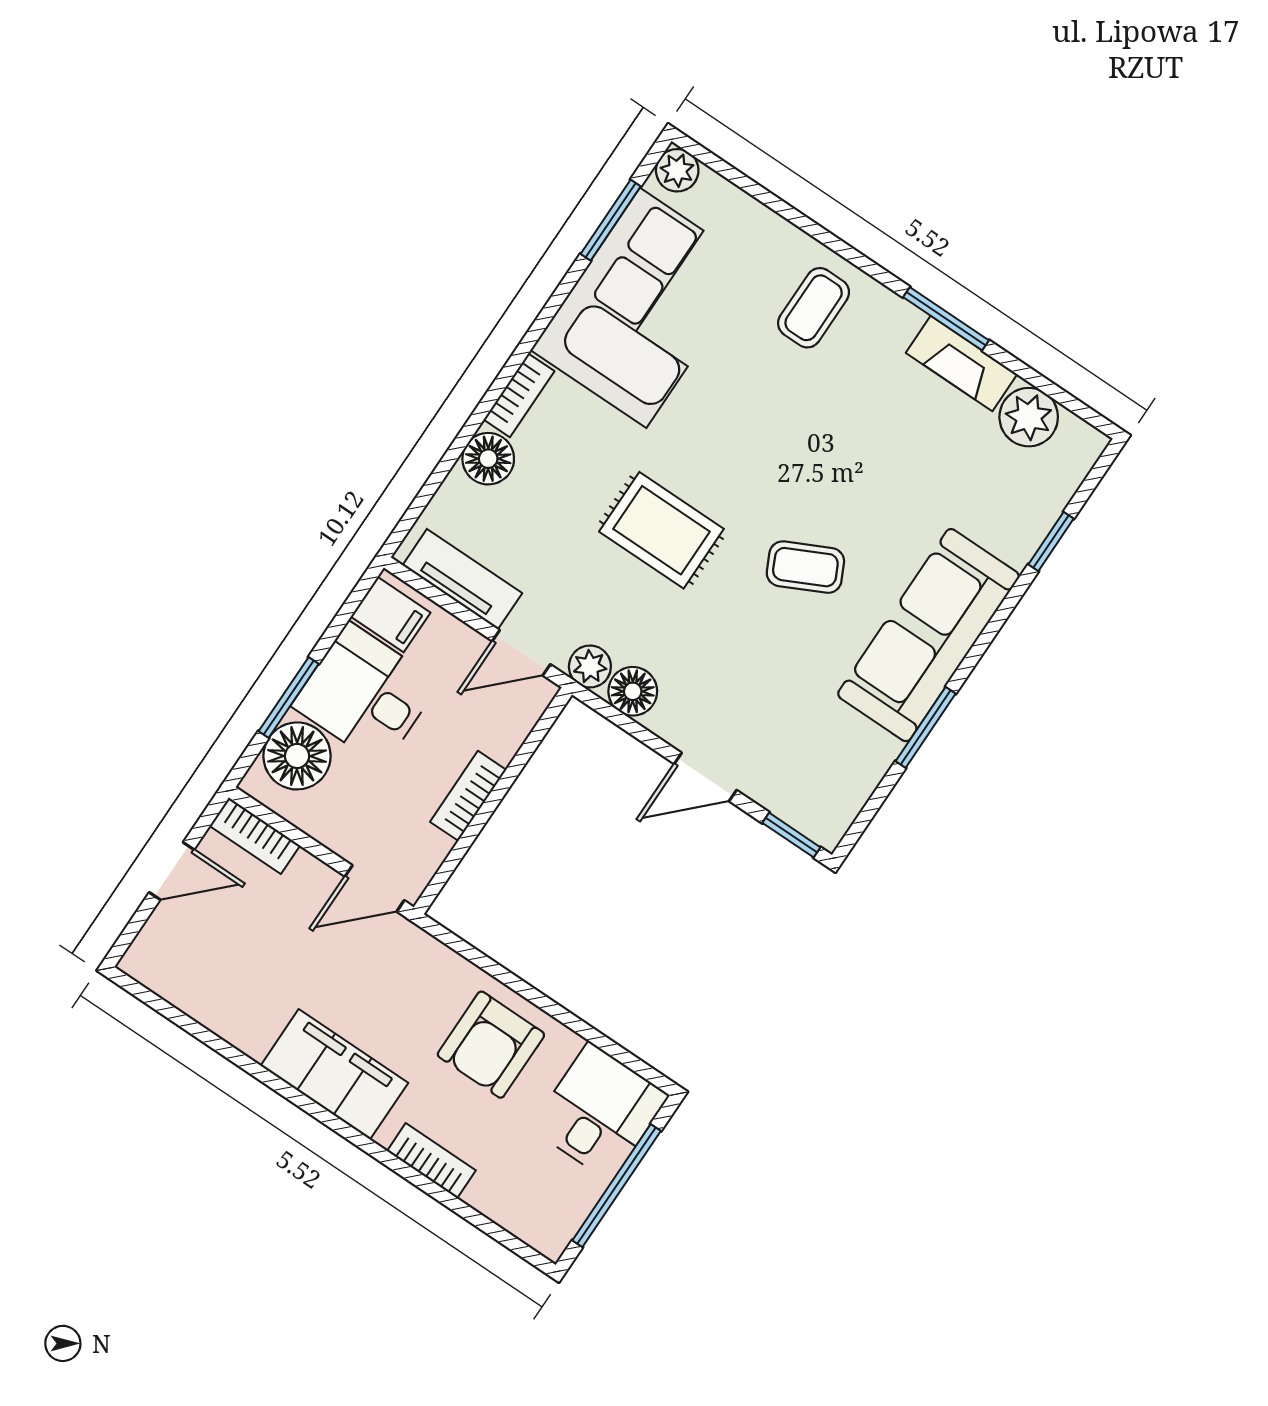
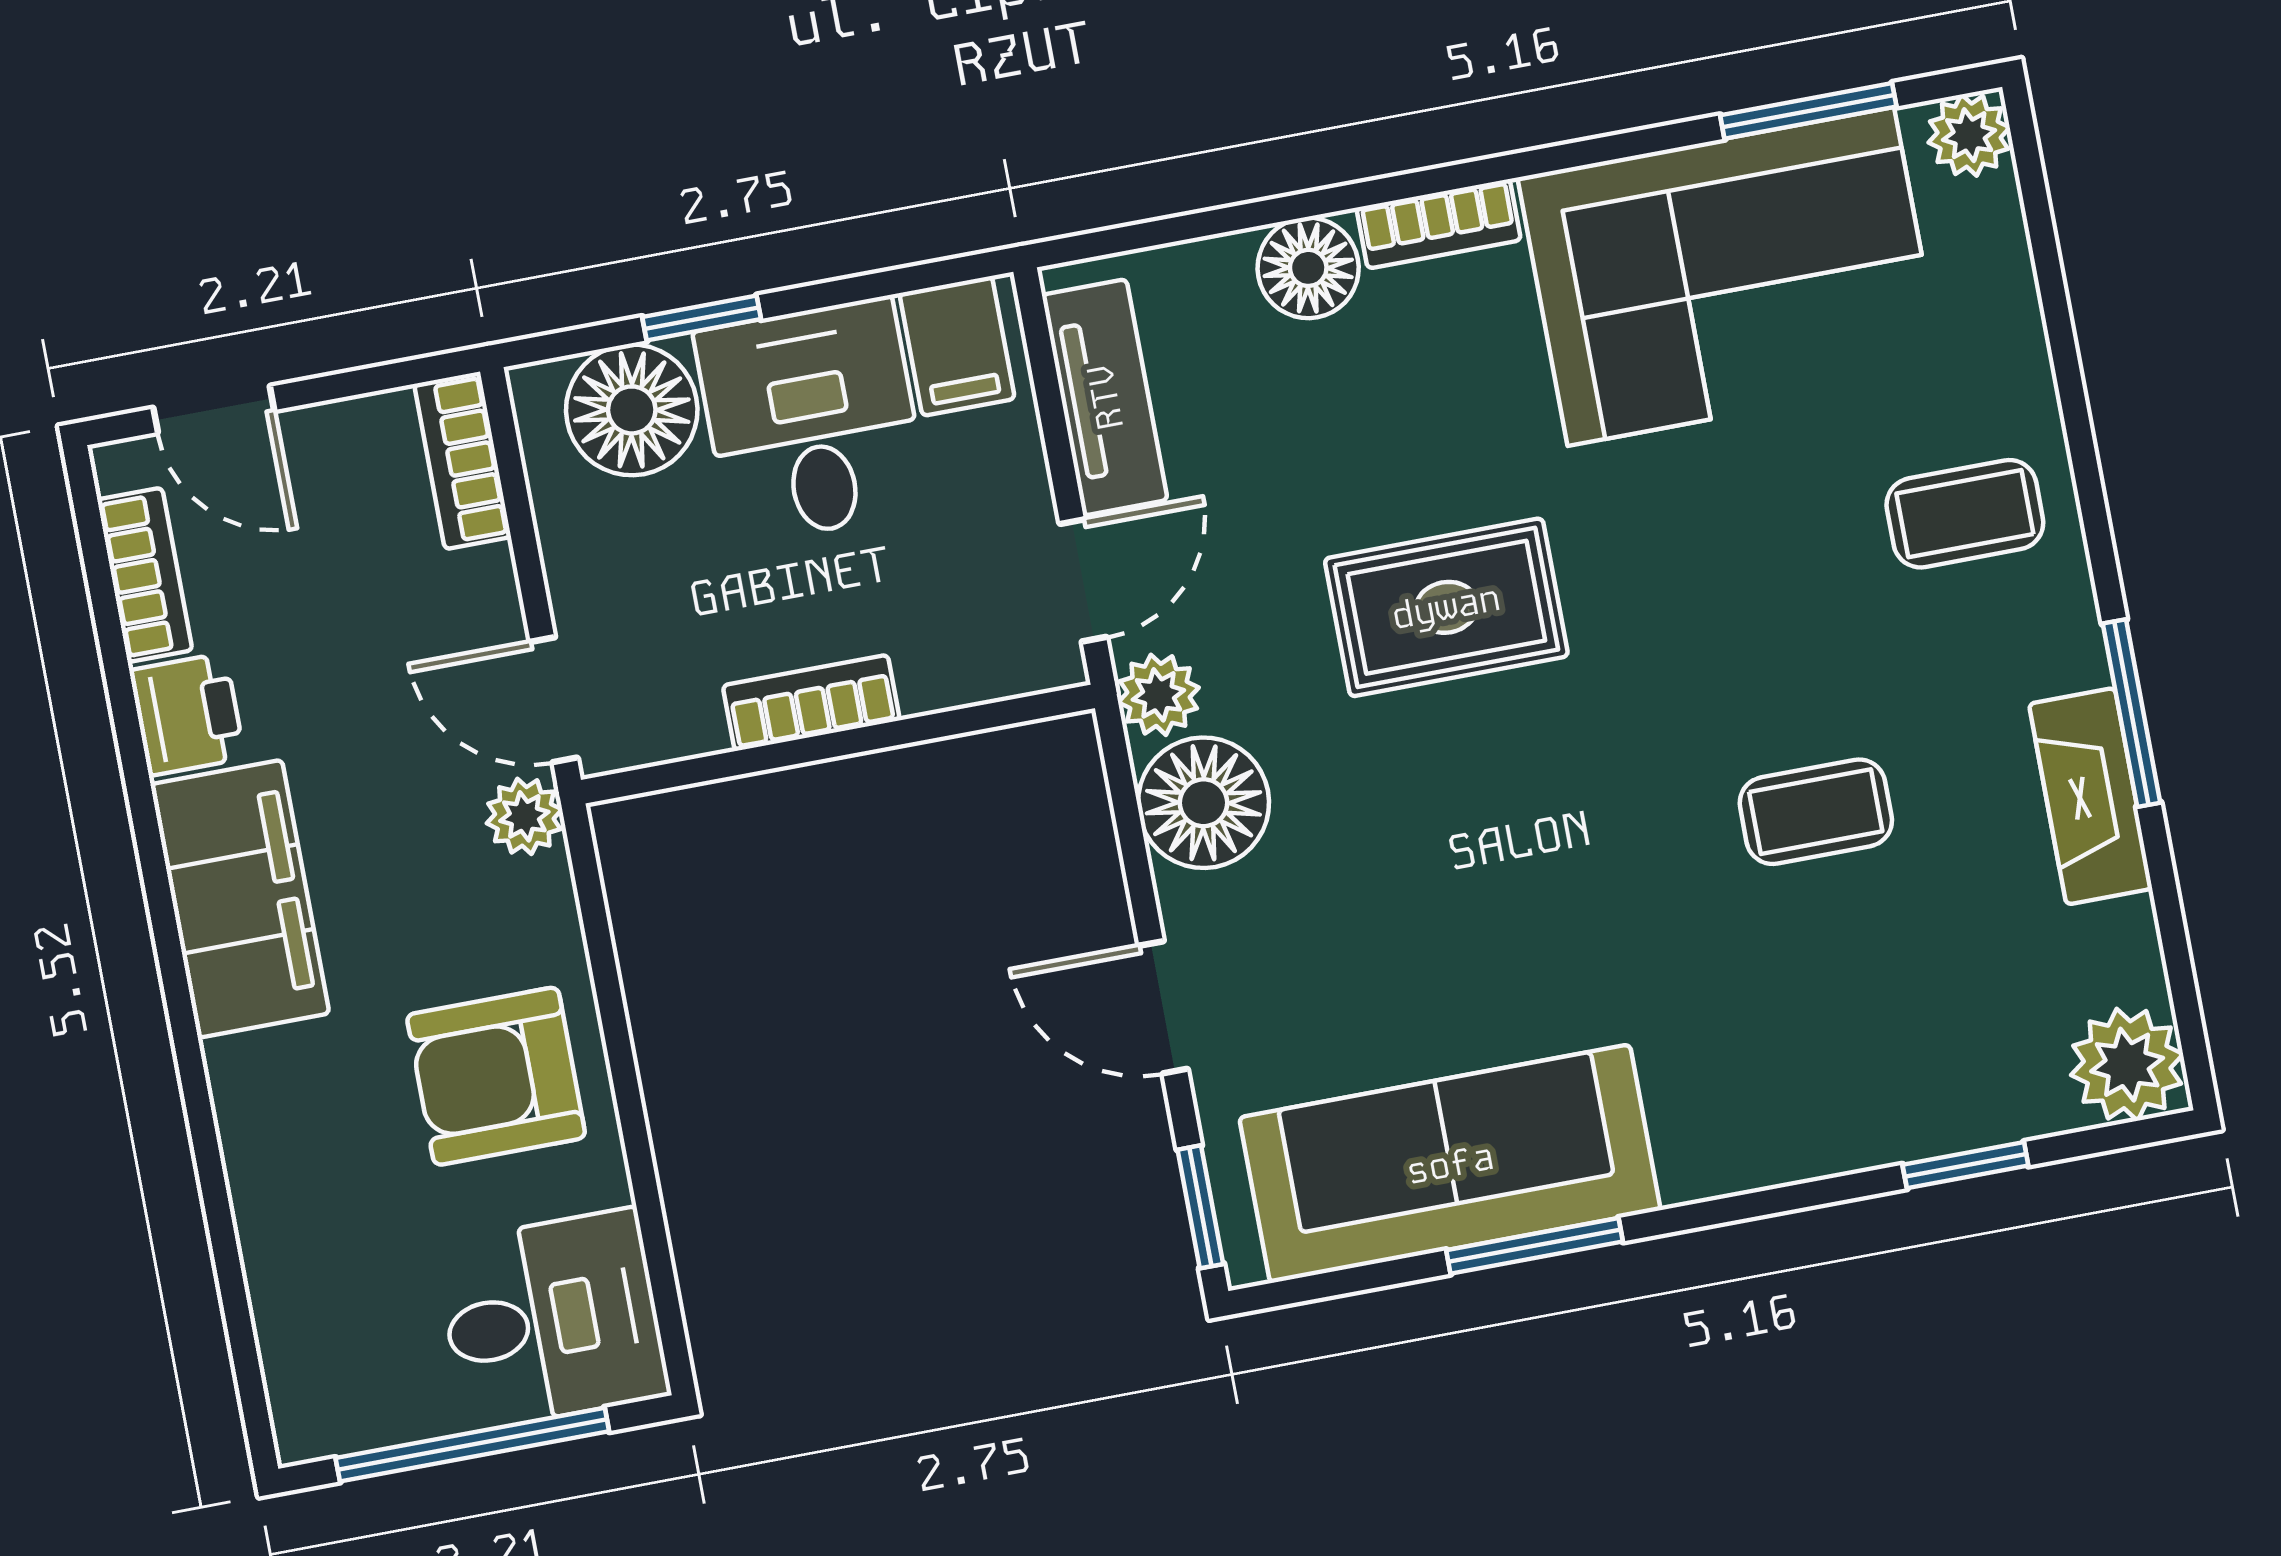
plant: (1029, 417) -> (2127, 1065), moved
rug: (661, 530) -> (1446, 607), turned 90
coffee table: (805, 567) -> (1816, 812), moved, turned -64
sofa: (929, 635) -> (1450, 1164), moved
door: (521, 653) -> (1083, 580), swing flipped
floor lamp: (633, 691) -> (1203, 803), width x1.38, depth x1.38
window: (289, 698) -> (702, 318), width x0.67
door: (172, 871) -> (214, 409), moved
plant: (406, 941) -> (524, 816), added
printer: (248, 1027) -> (187, 714), added
bookcase: (431, 1161) -> (145, 575), moved

